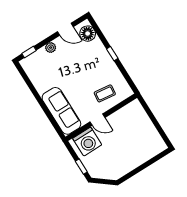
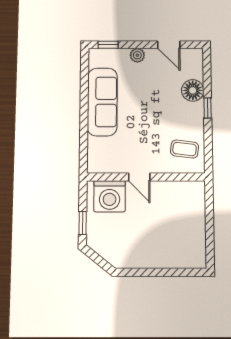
floor lamp: (88, 34) -> (193, 90), moved
coffee table: (105, 93) -> (185, 149), moved
sofa: (61, 111) -> (102, 102), moved

